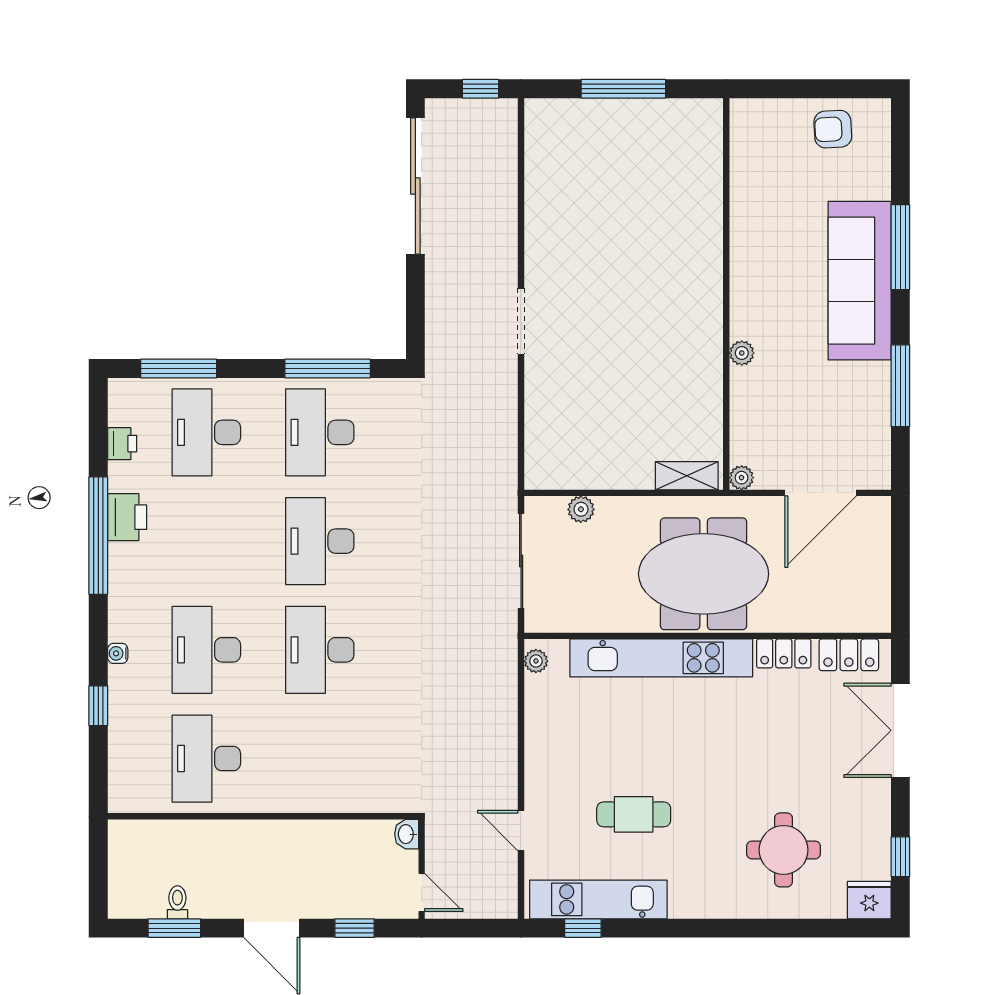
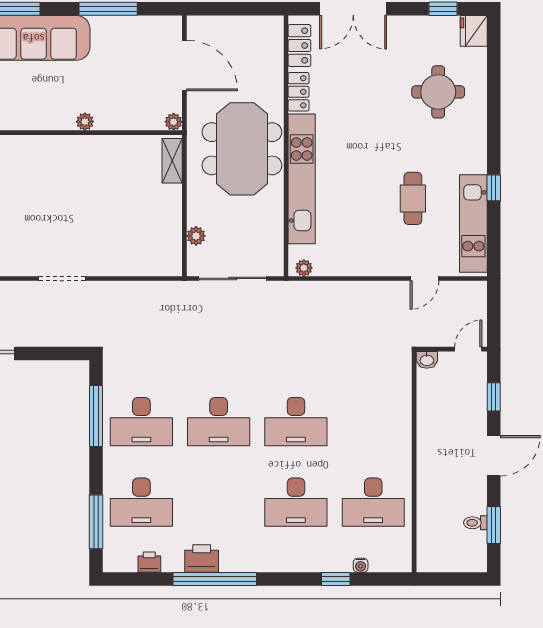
water cooler: (118, 653) -> (361, 565), moved
window: (583, 928) -> (494, 188), moved

